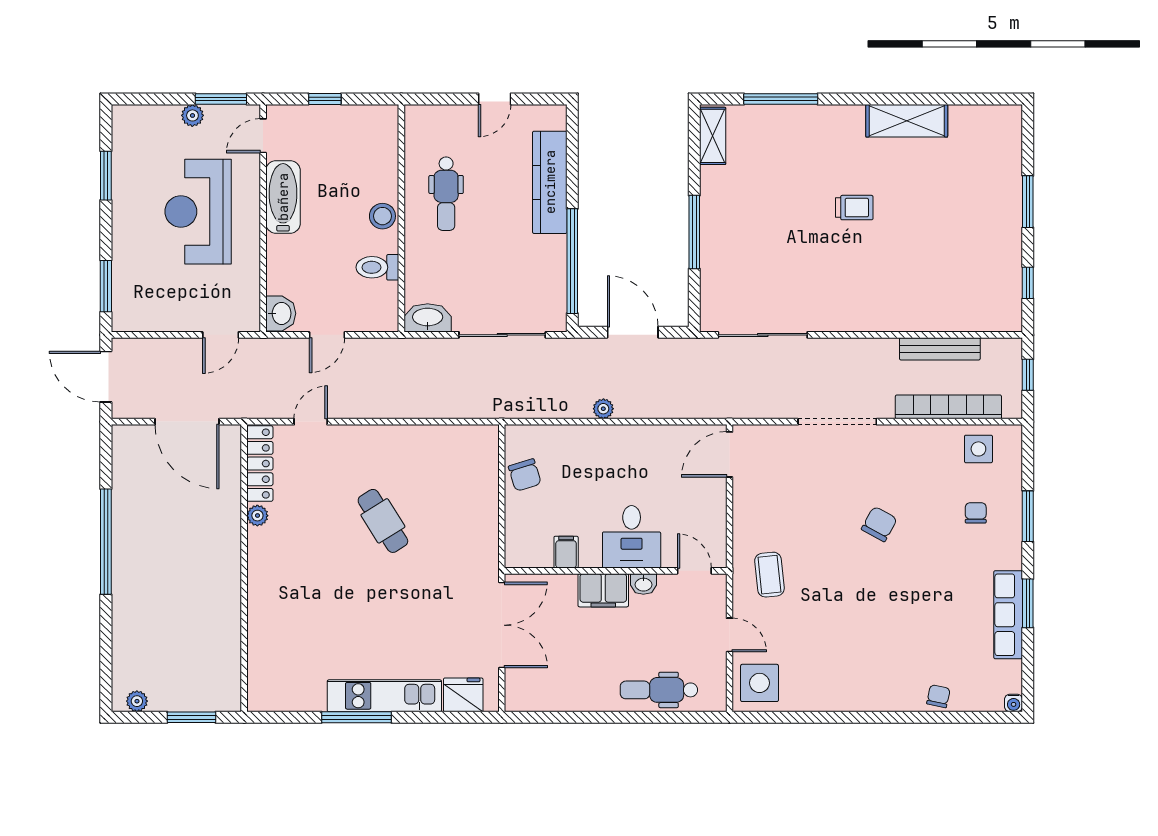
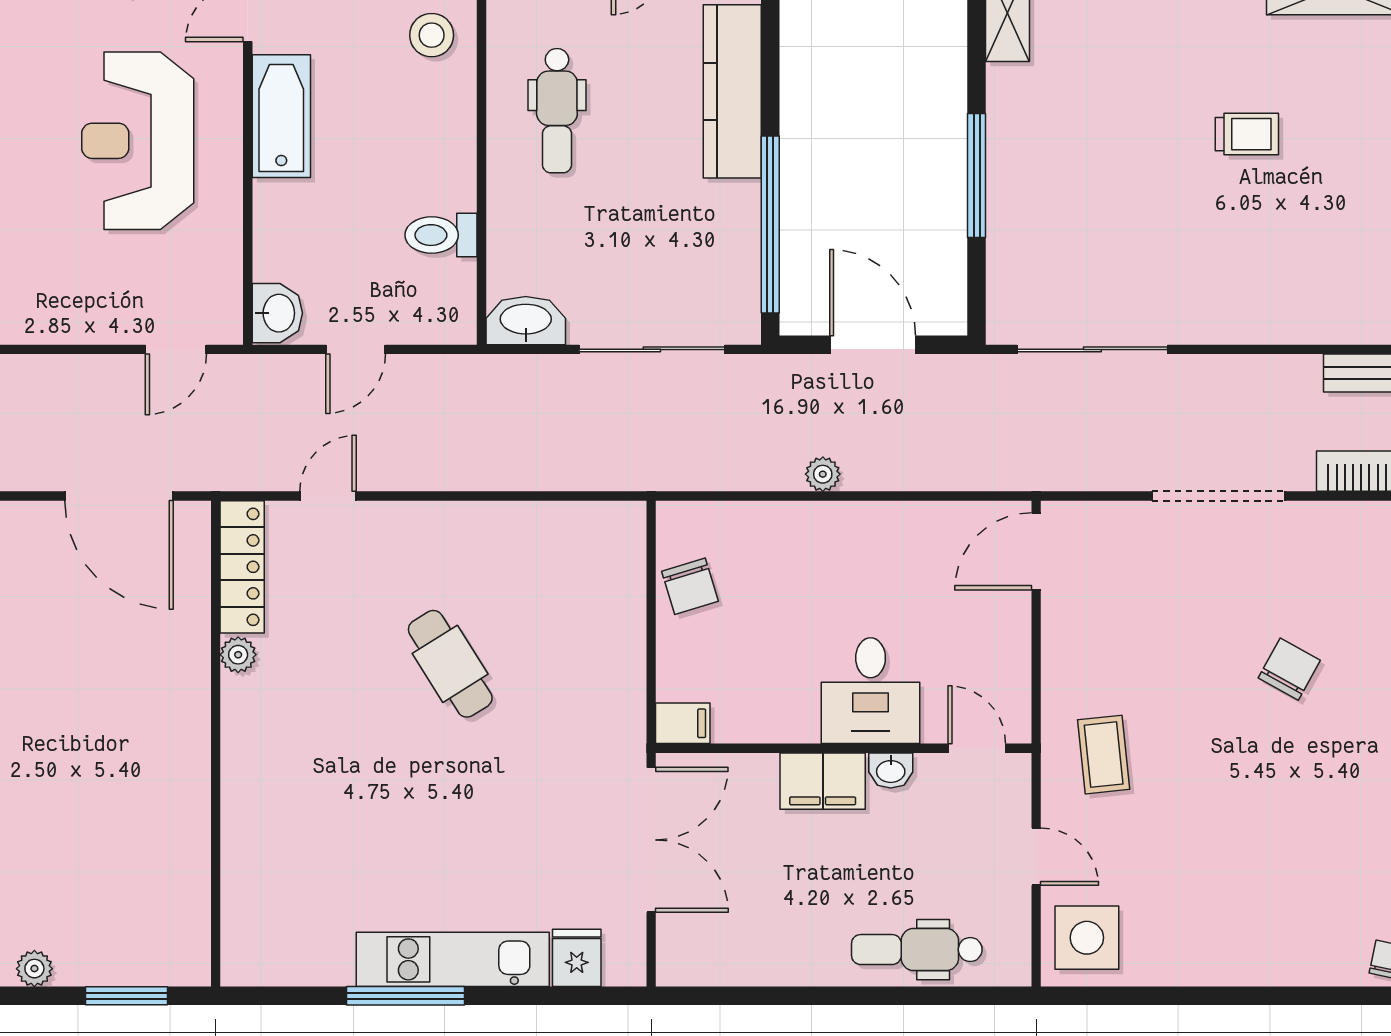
stool: (382, 216) -> (432, 35), moved
filing cabinet: (566, 552) -> (683, 723), moved, turned 90
fridge: (463, 695) -> (577, 958), width x0.72

